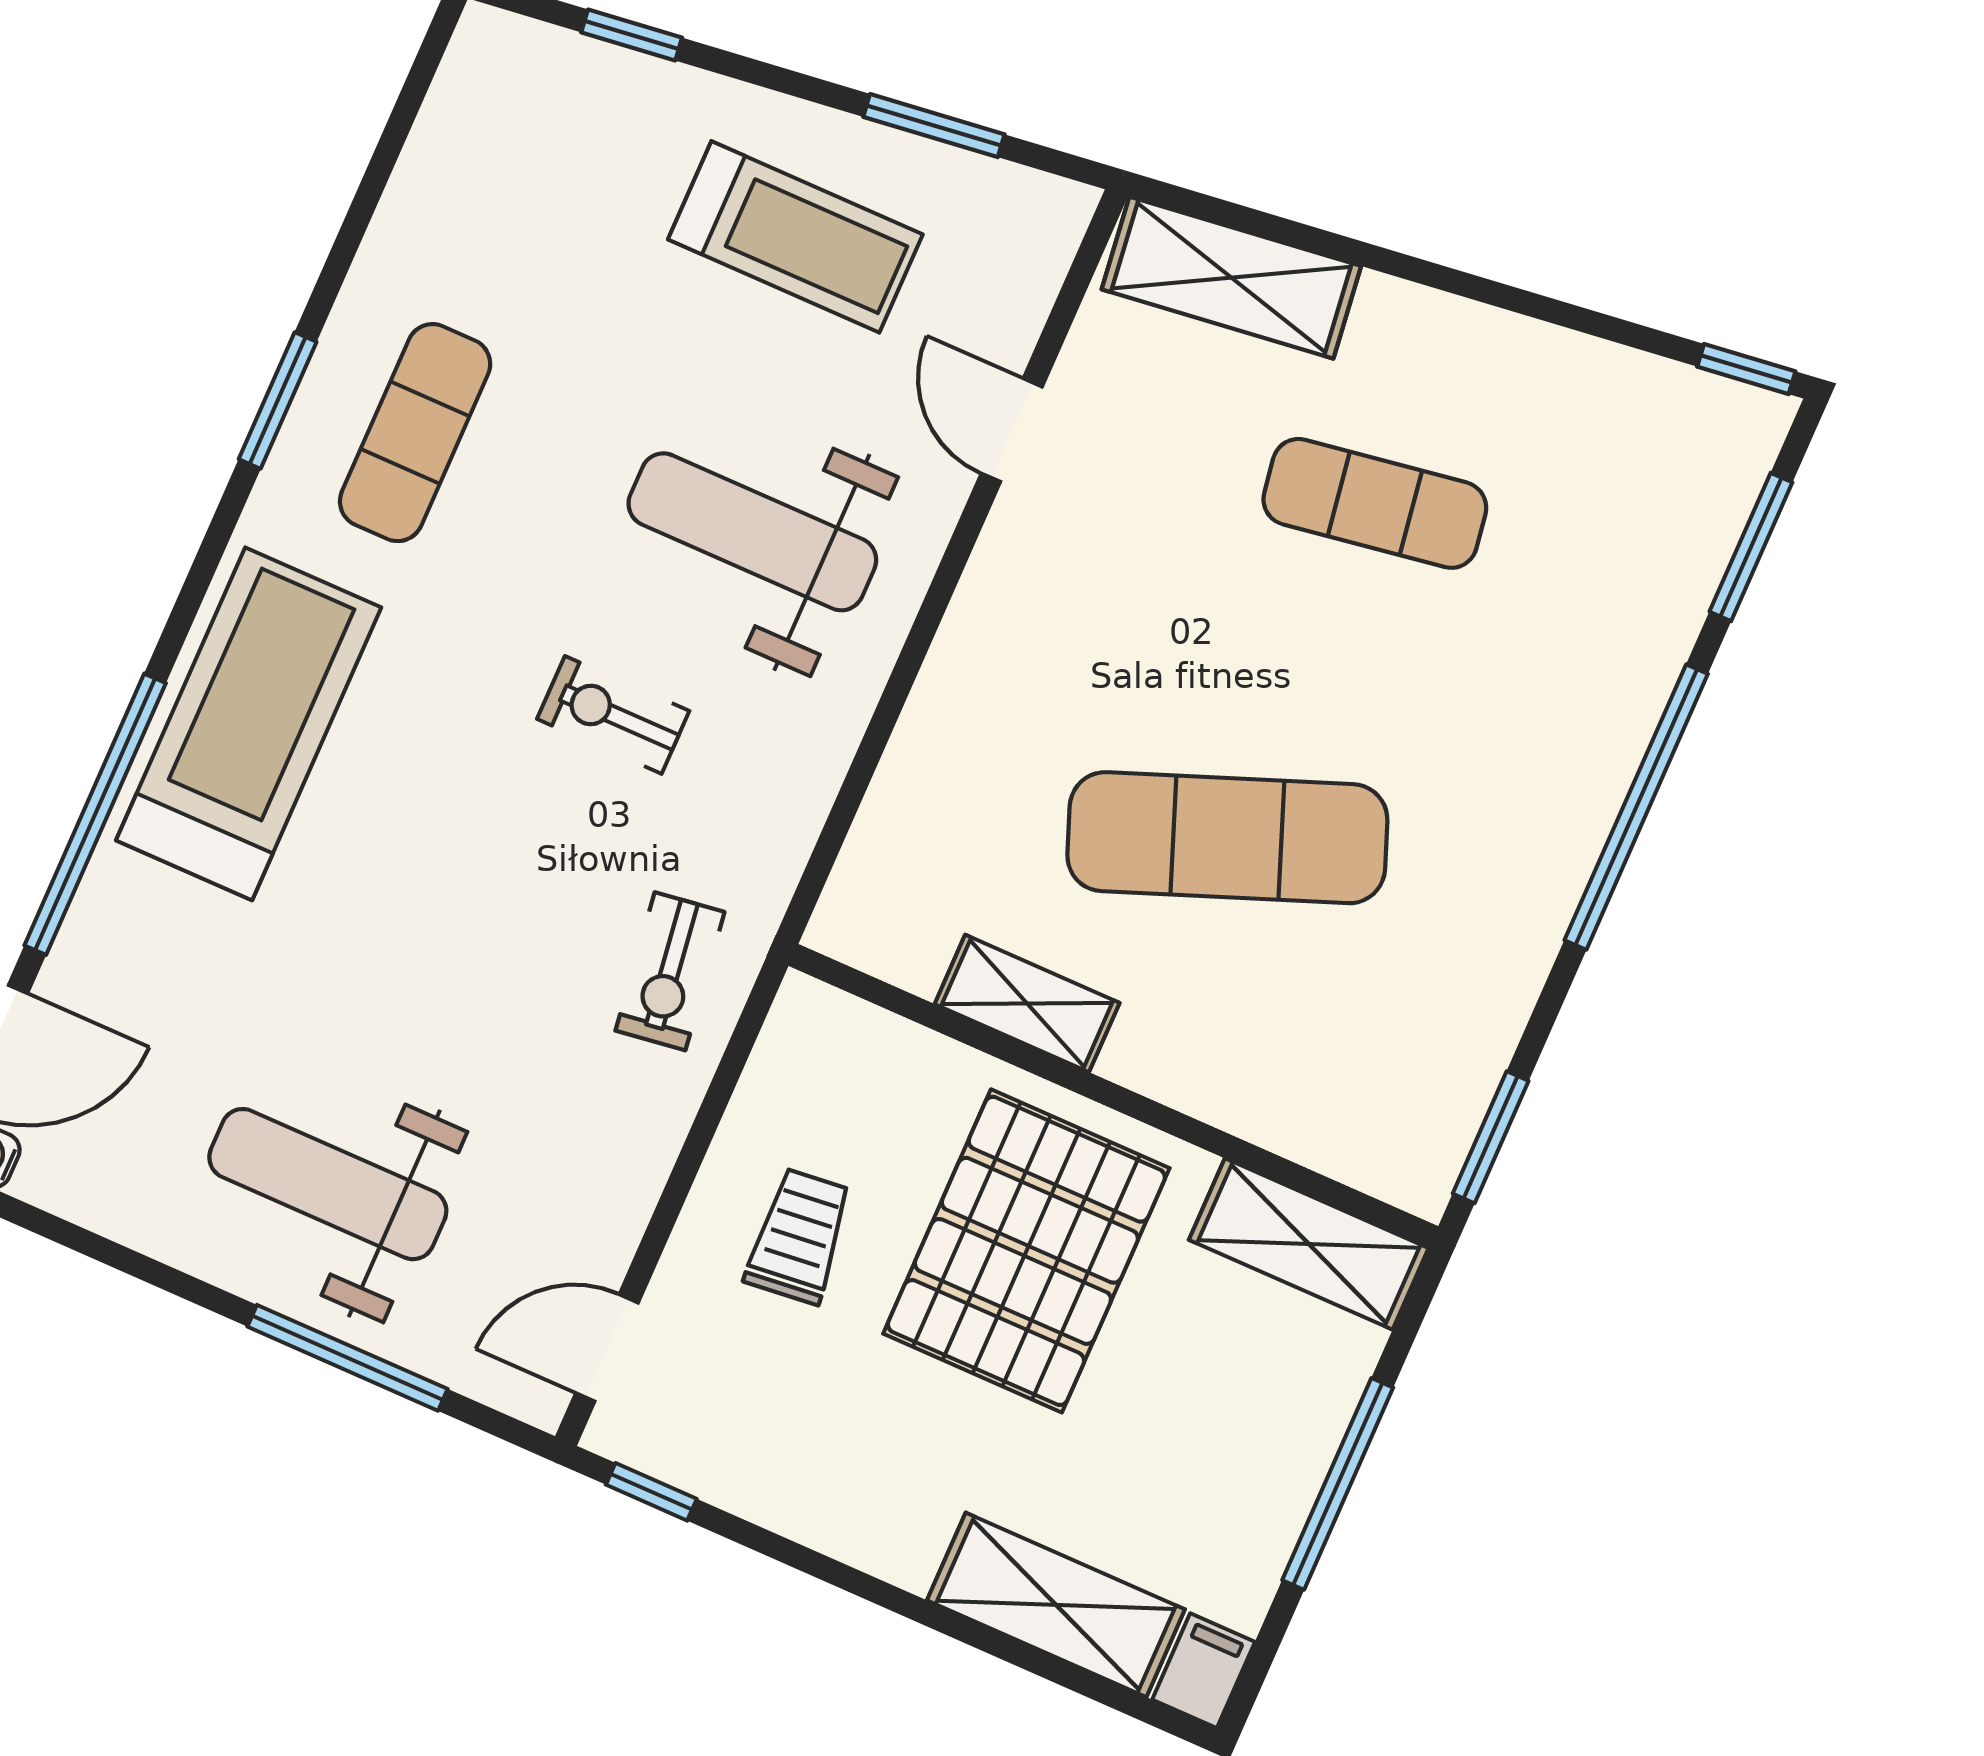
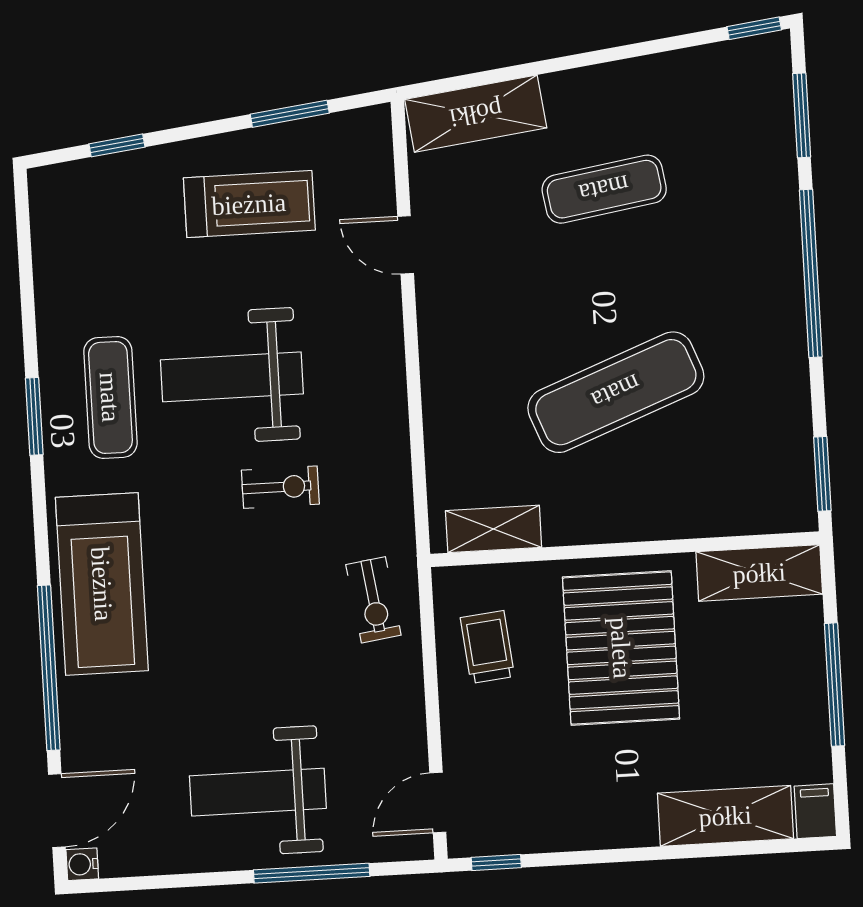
weight bench: (752, 532) -> (232, 377), moved
exercise bike: (613, 715) -> (280, 487), turned 180
treadmill: (249, 724) -> (102, 584), turned 180
shelving: (1027, 1003) -> (494, 529), moved
trolley: (799, 1236) -> (487, 647), moved

